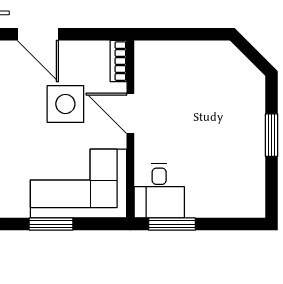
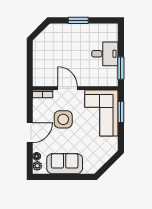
door: (130, 113) -> (68, 88), swing flipped
desk: (159, 191) -> (105, 54), moved
window: (51, 224) -> (121, 112), moved

